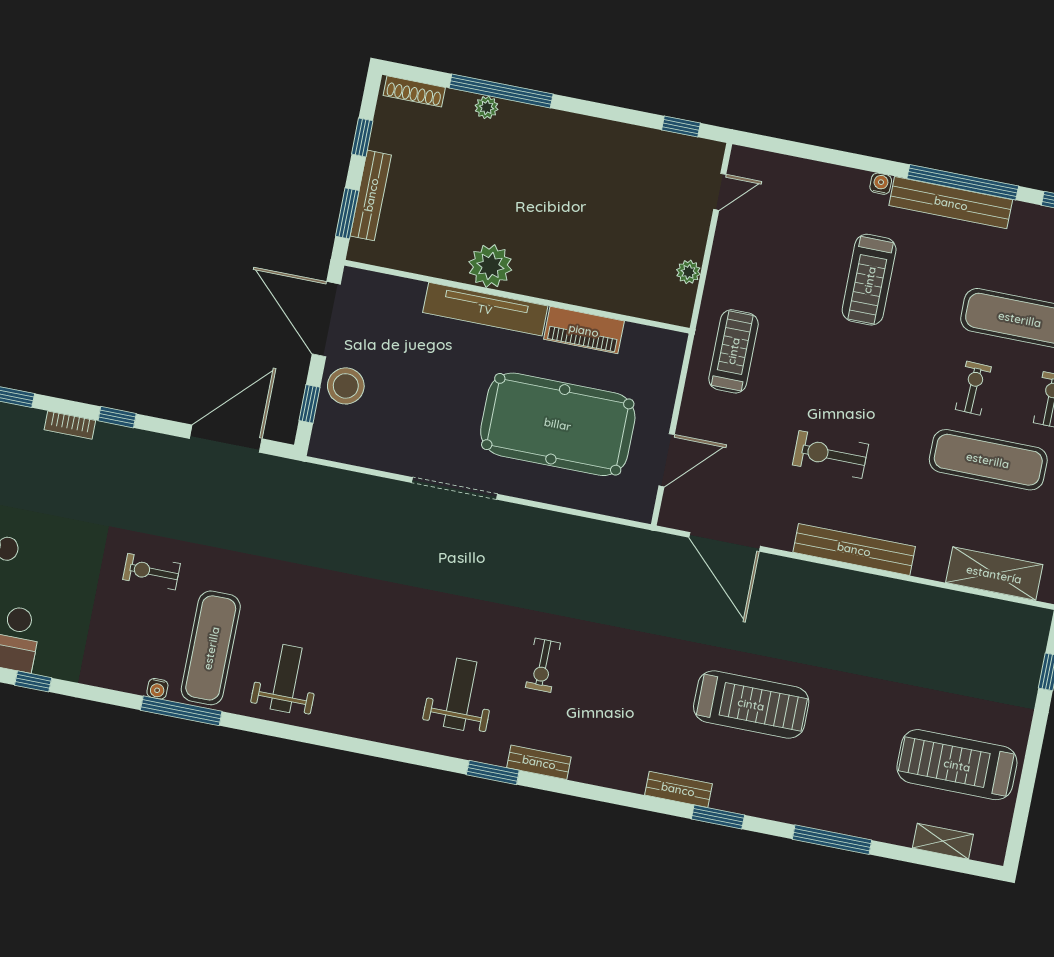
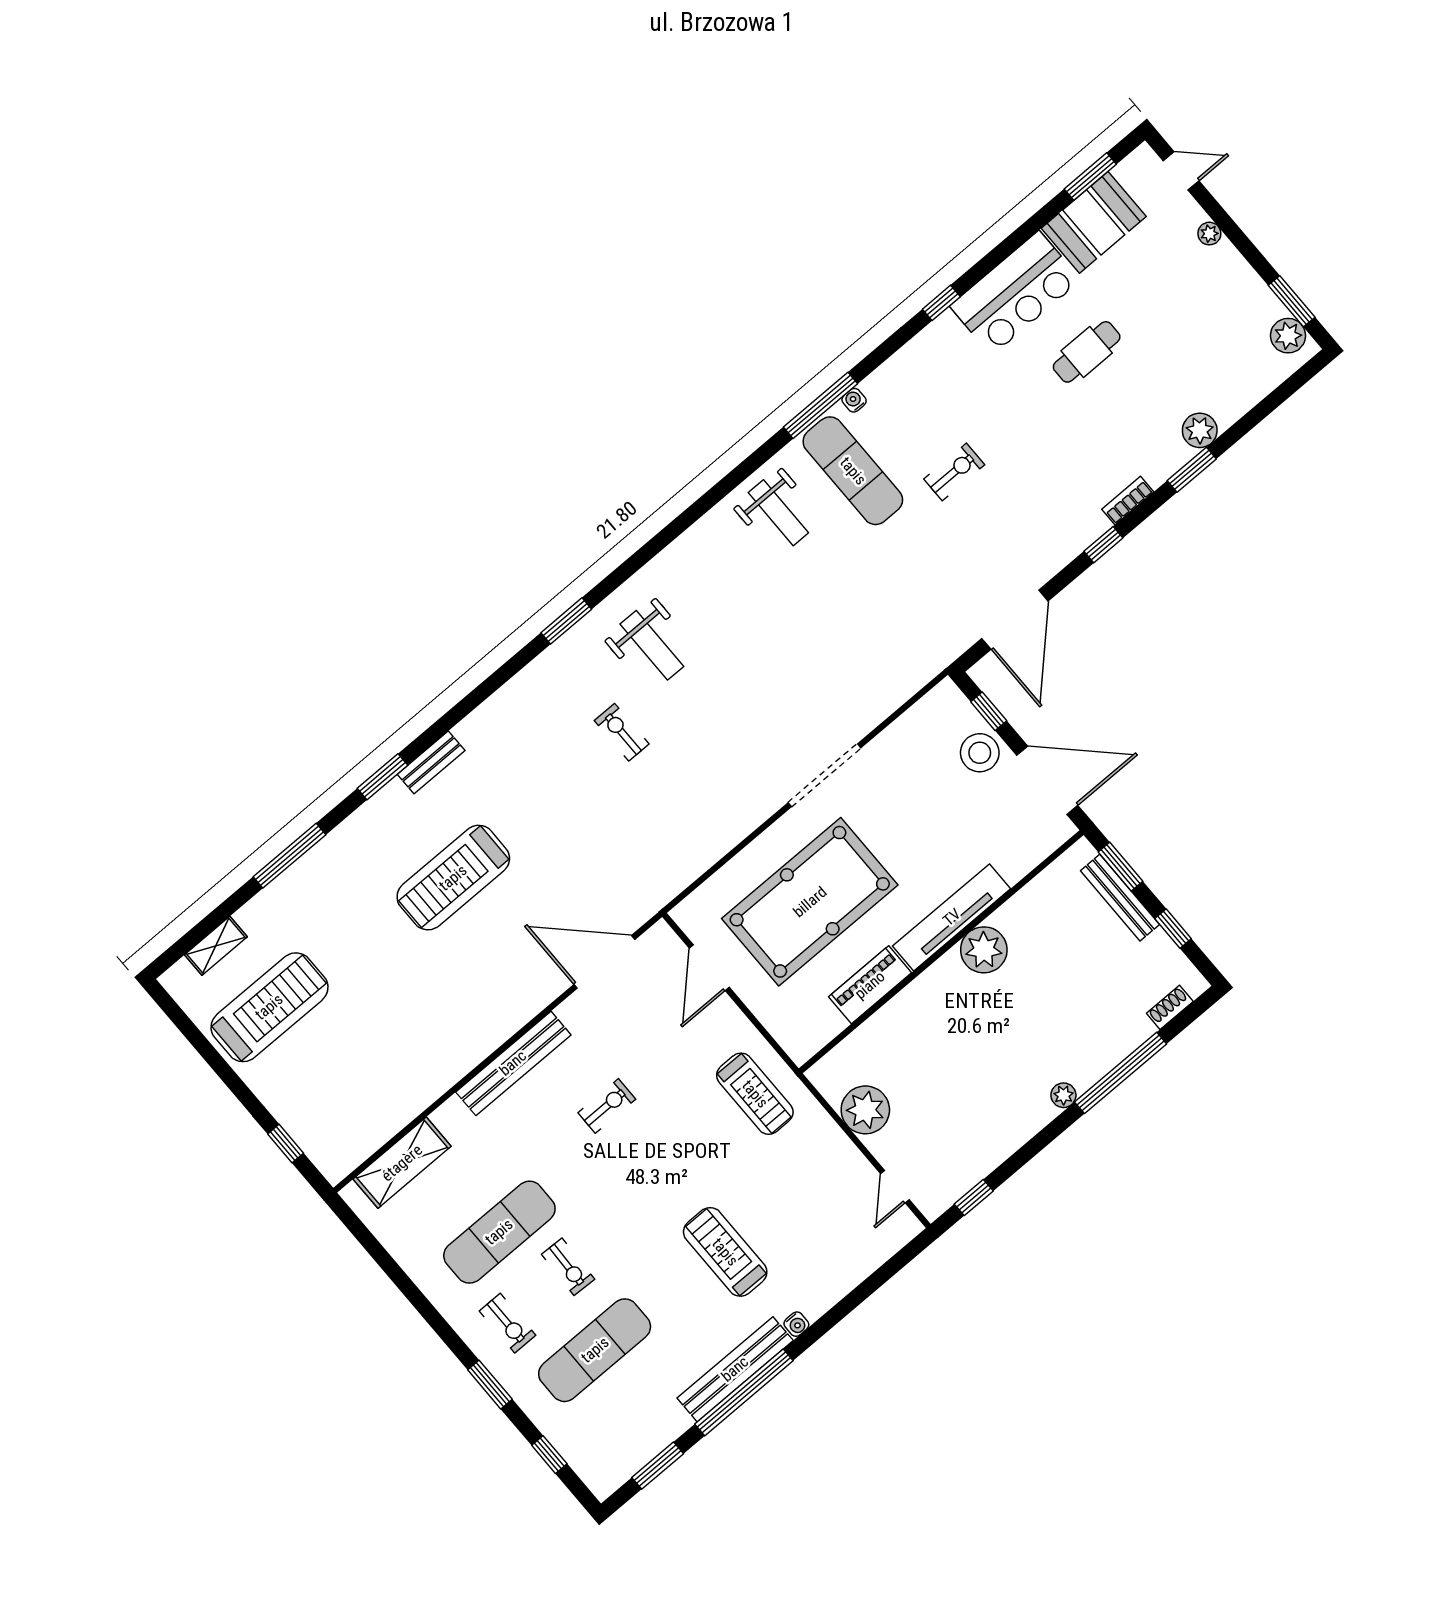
shoe rack: (414, 91) -> (1170, 1007), width x0.70
plant: (487, 107) -> (1063, 1095), moved
plant: (688, 272) -> (865, 1110), width x1.88, depth x1.88
exercise bike: (830, 455) -> (607, 1106), width x0.73, depth x0.72
bench: (539, 762) -> (545, 665), removed

